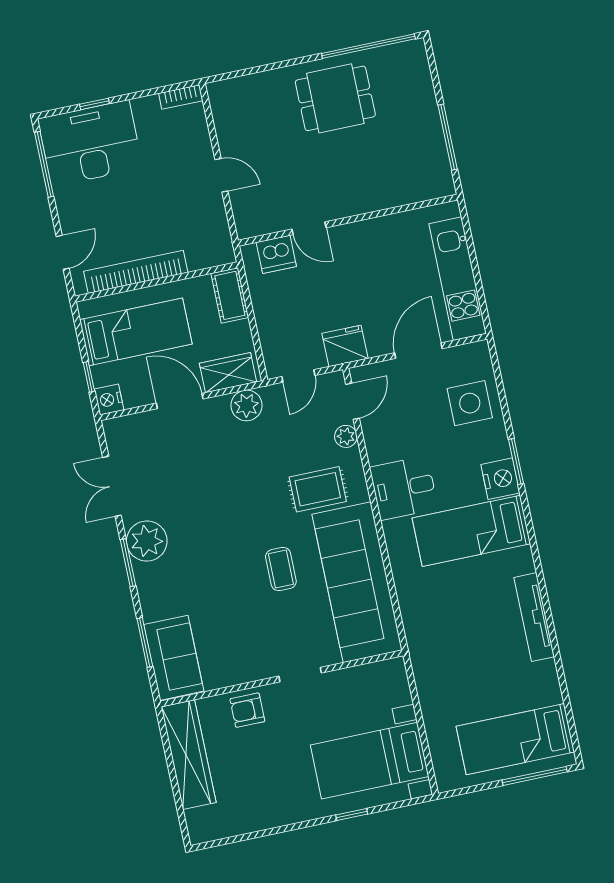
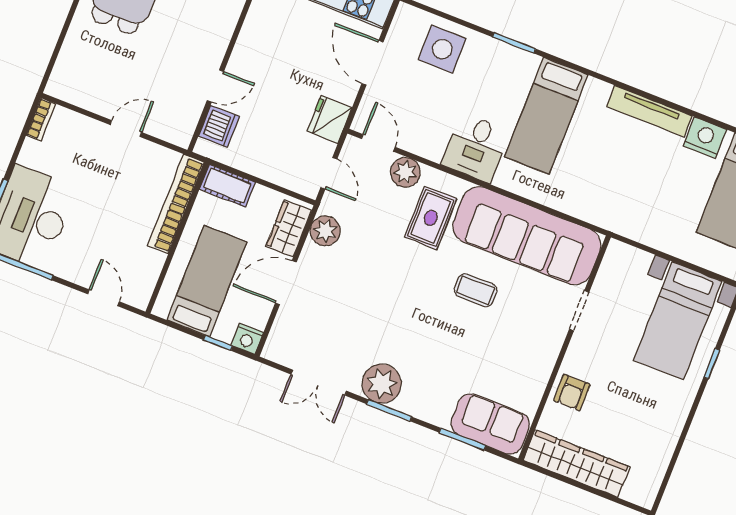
bookcase: (136, 272) -> (176, 204), moved
plant: (346, 436) -> (405, 172), width x1.38, depth x1.38
nightstand: (500, 479) -> (705, 138), moved
doorway: (300, 675) -> (579, 311), moved

